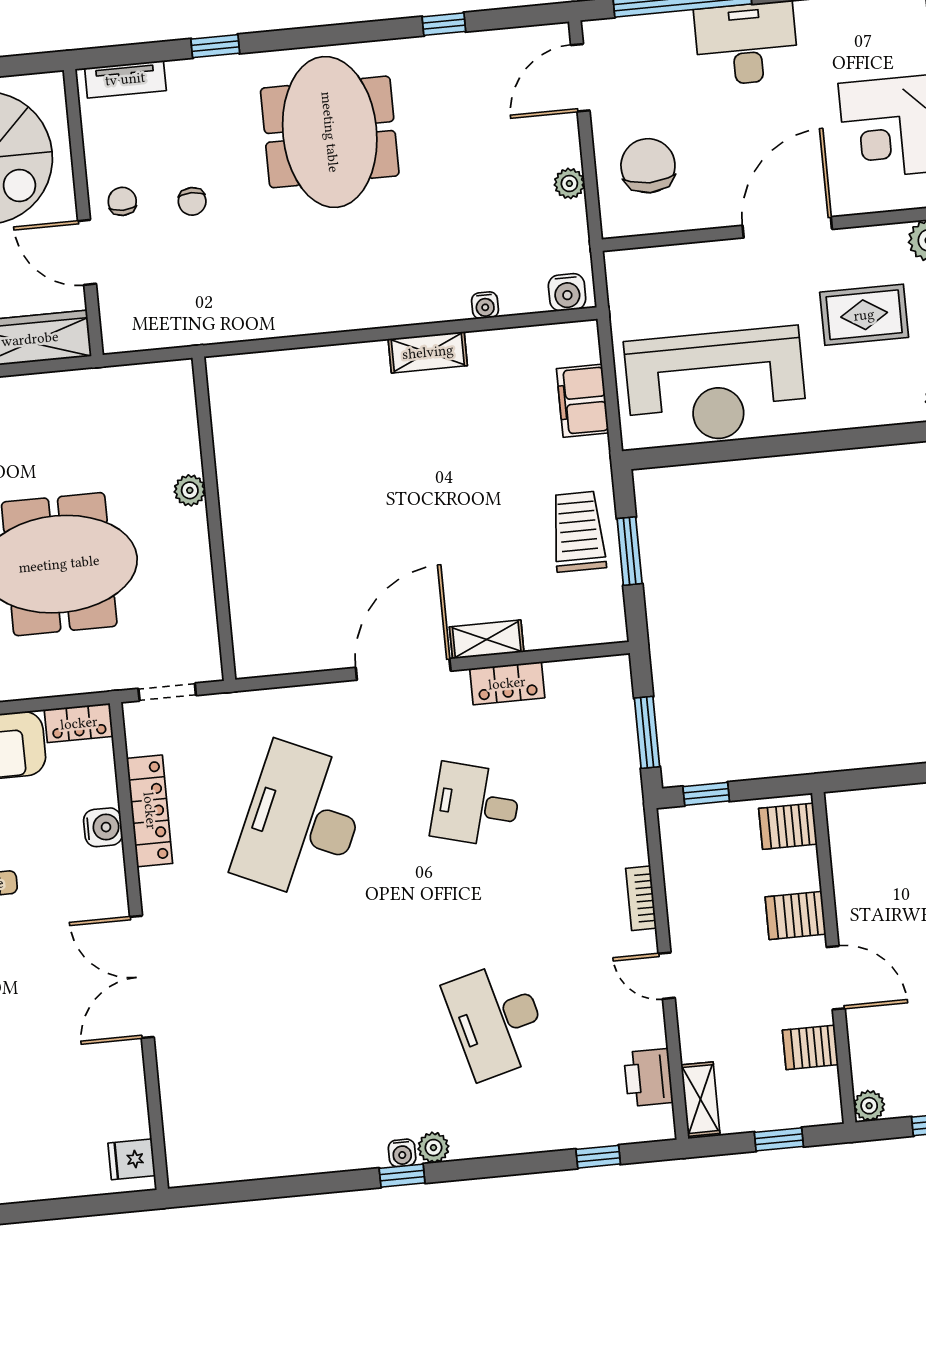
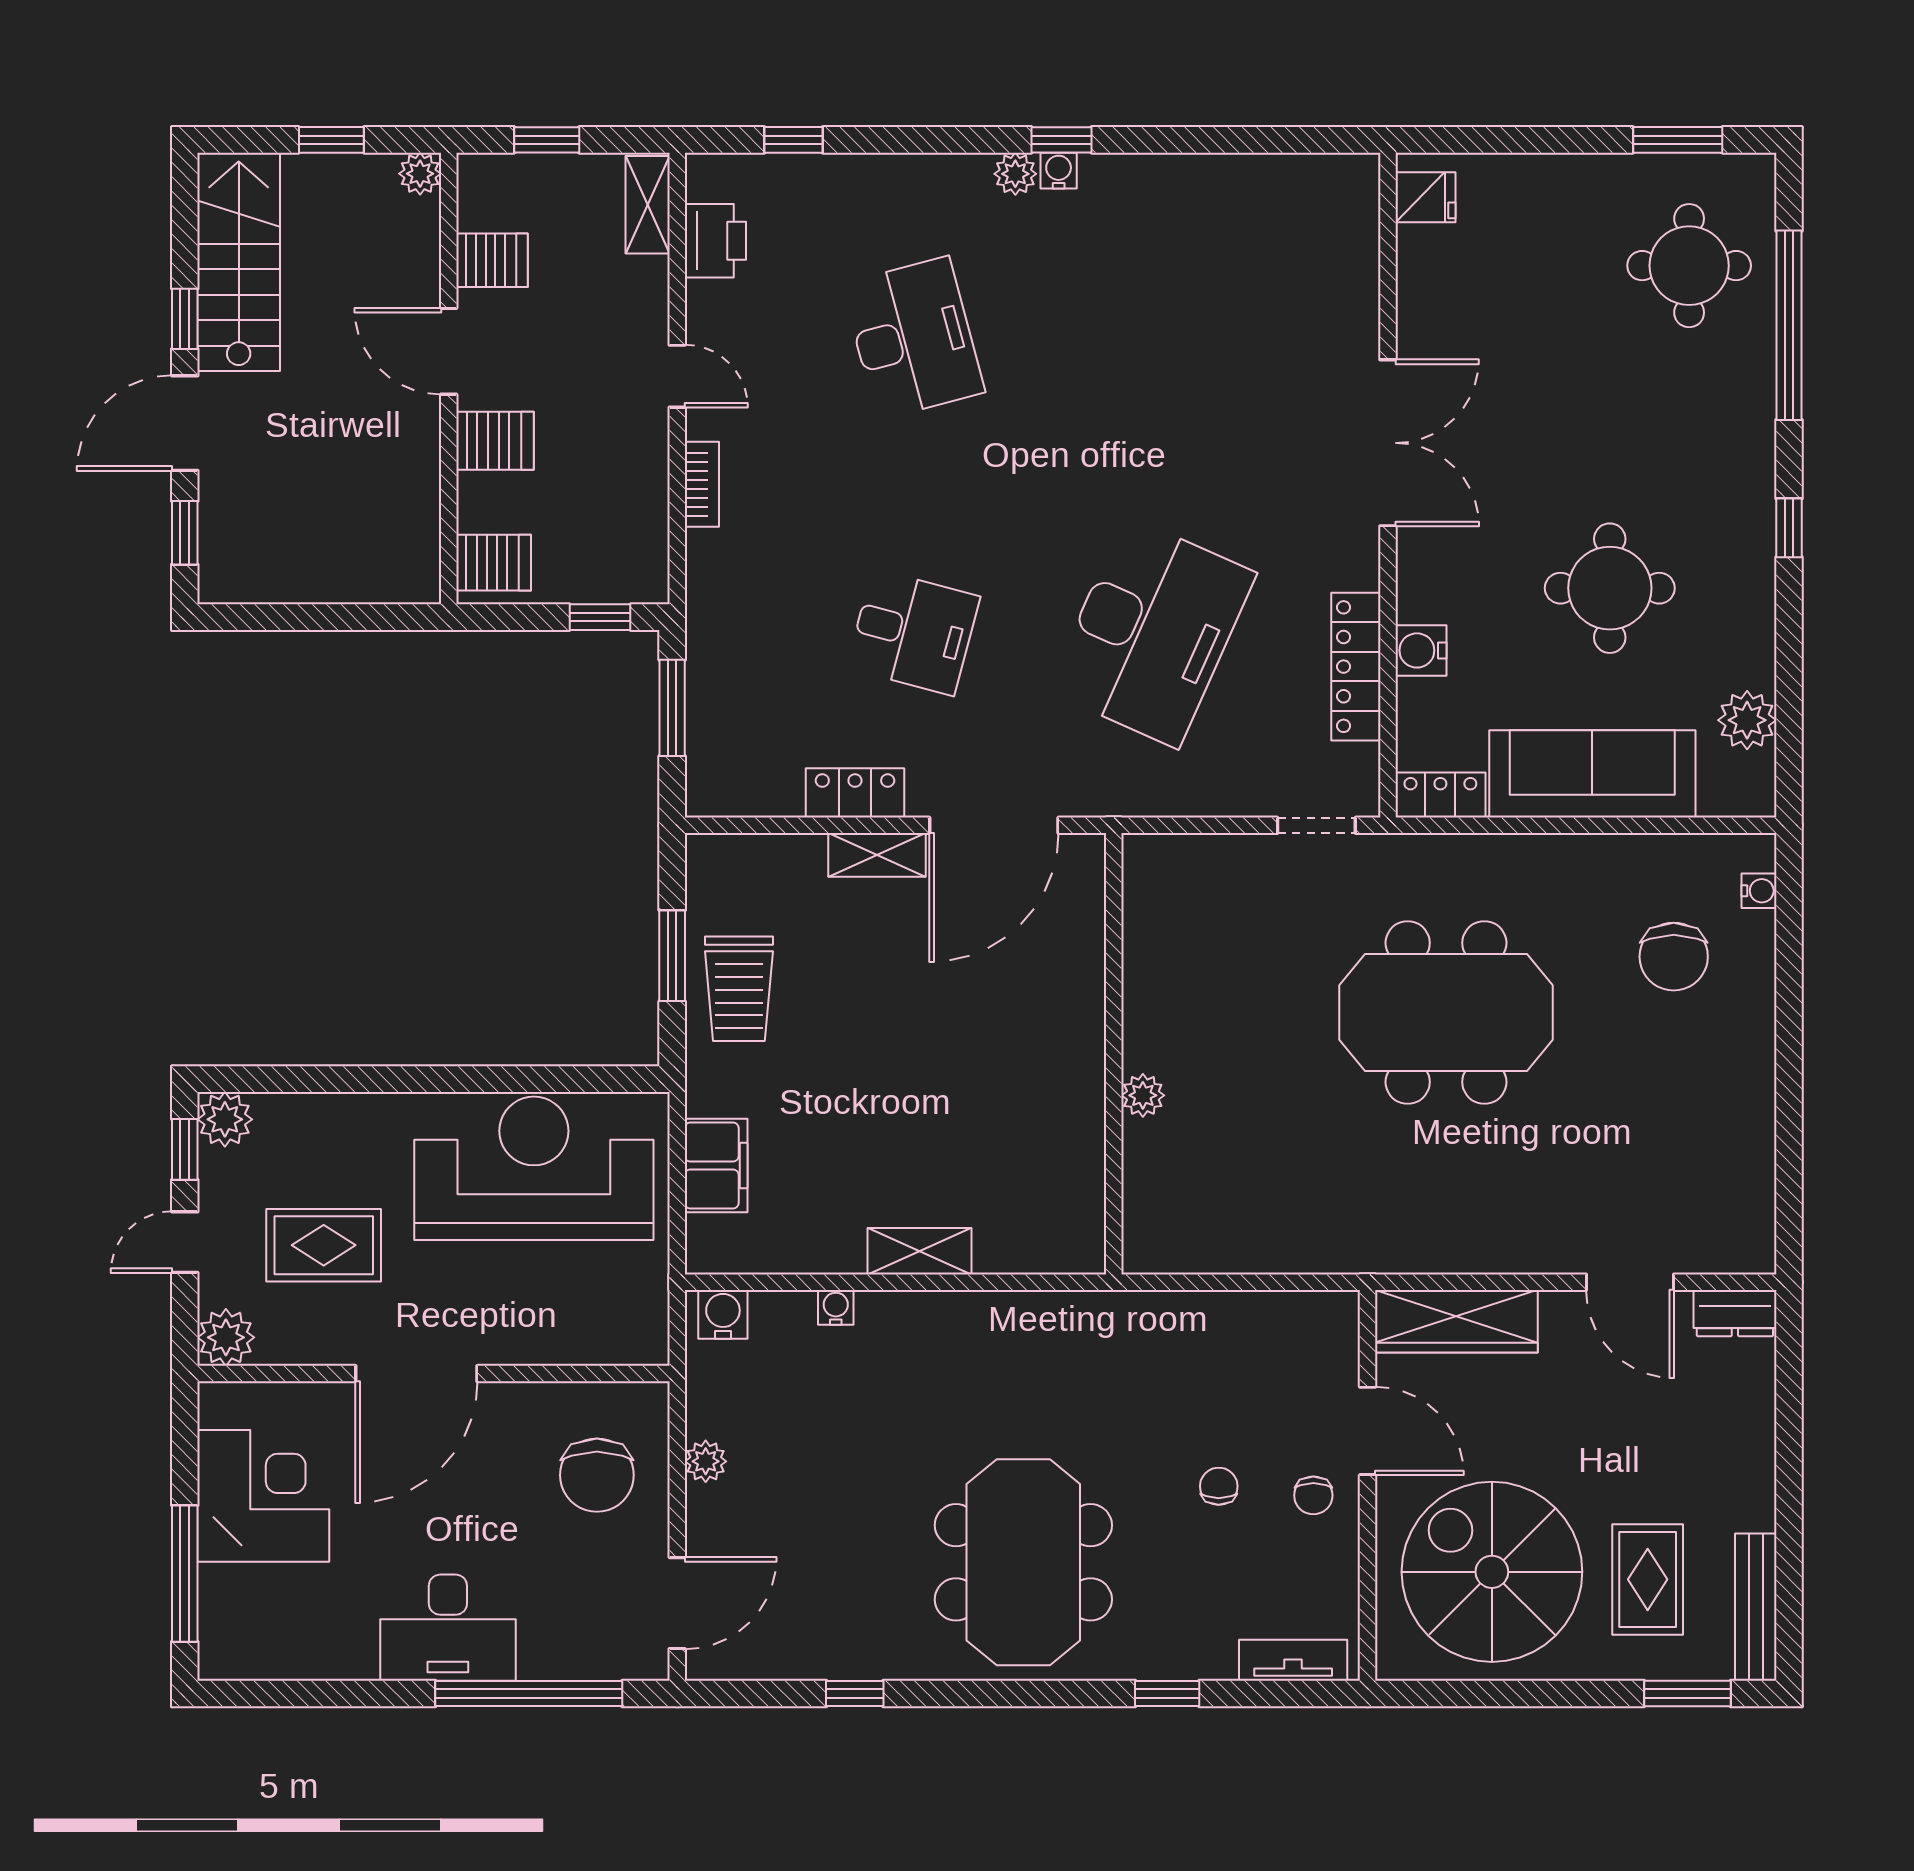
plant: (190, 490) -> (1143, 1095), moved
wall: (214, 519) -> (1114, 1054), moved

